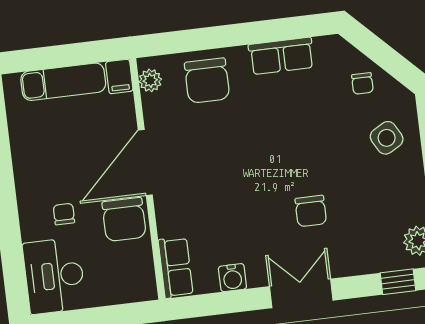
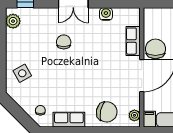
chair: (207, 81) -> (107, 112), turned 102
chair: (362, 83) -> (40, 110), moved
row of seats: (176, 268) -> (133, 41), moved

